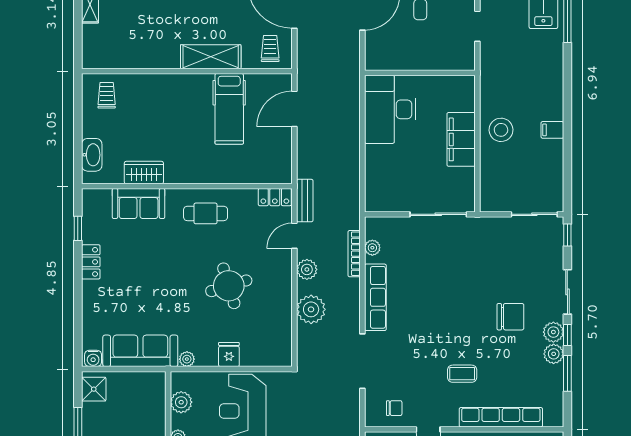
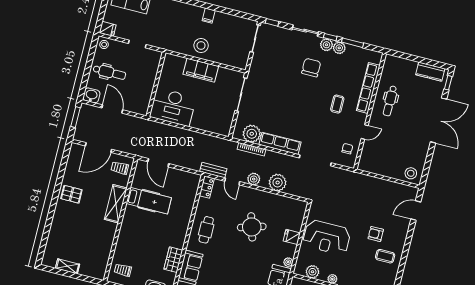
plant: (372, 248) -> (252, 134), width x1.87, depth x1.87

